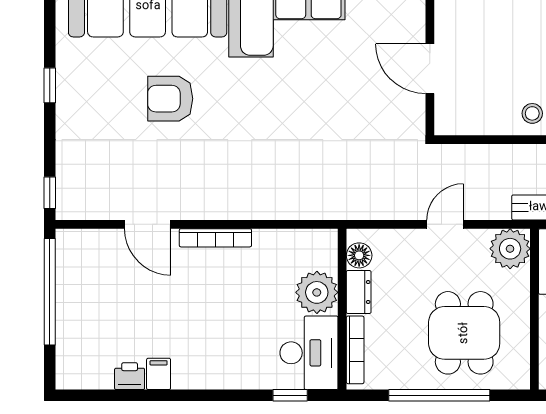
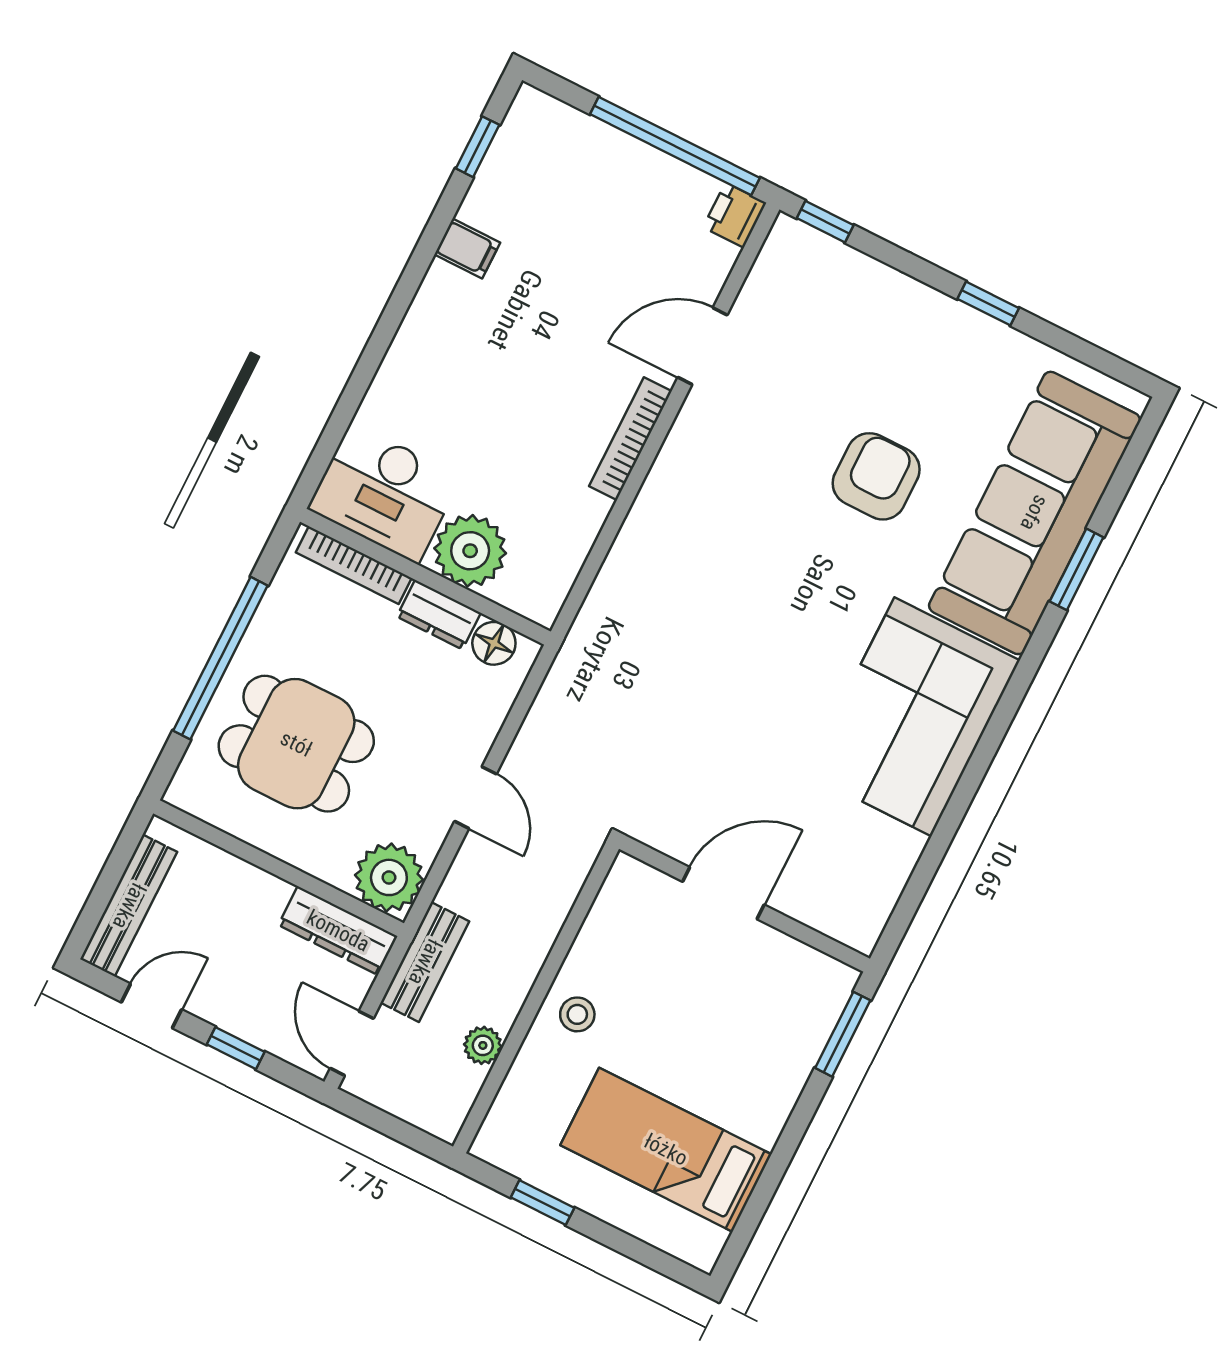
printer: (130, 376) -> (735, 215), moved, turned 180
window: (290, 395) -> (478, 147), moved

